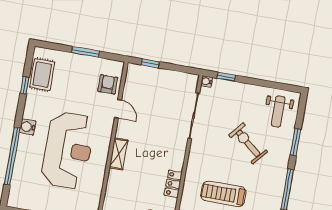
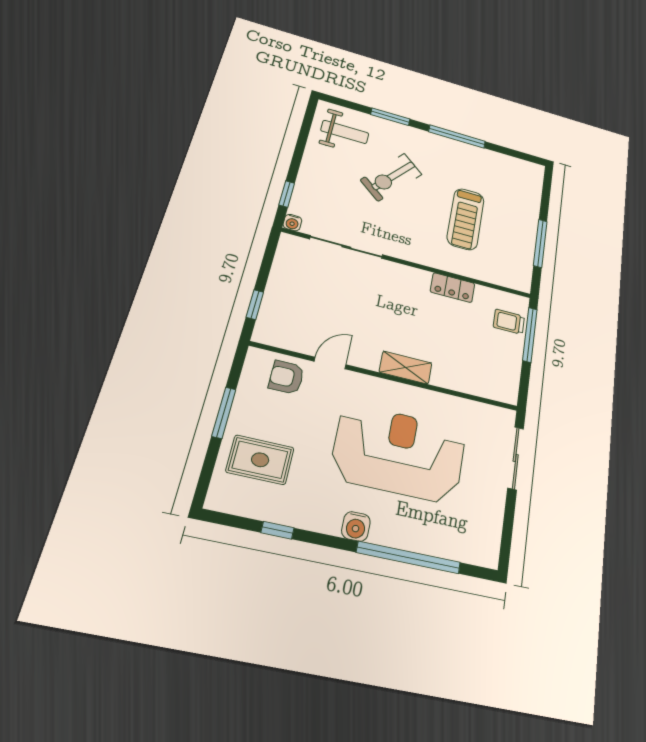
rug: (42, 75) -> (260, 460), moved

